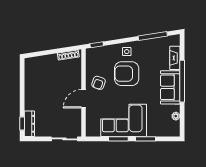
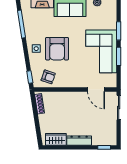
wardrobe: (31, 72) -> (56, 139), added
armchair: (99, 83) -> (48, 77), moved
door: (83, 99) -> (96, 89), moved
dresser: (29, 124) -> (79, 141), moved

